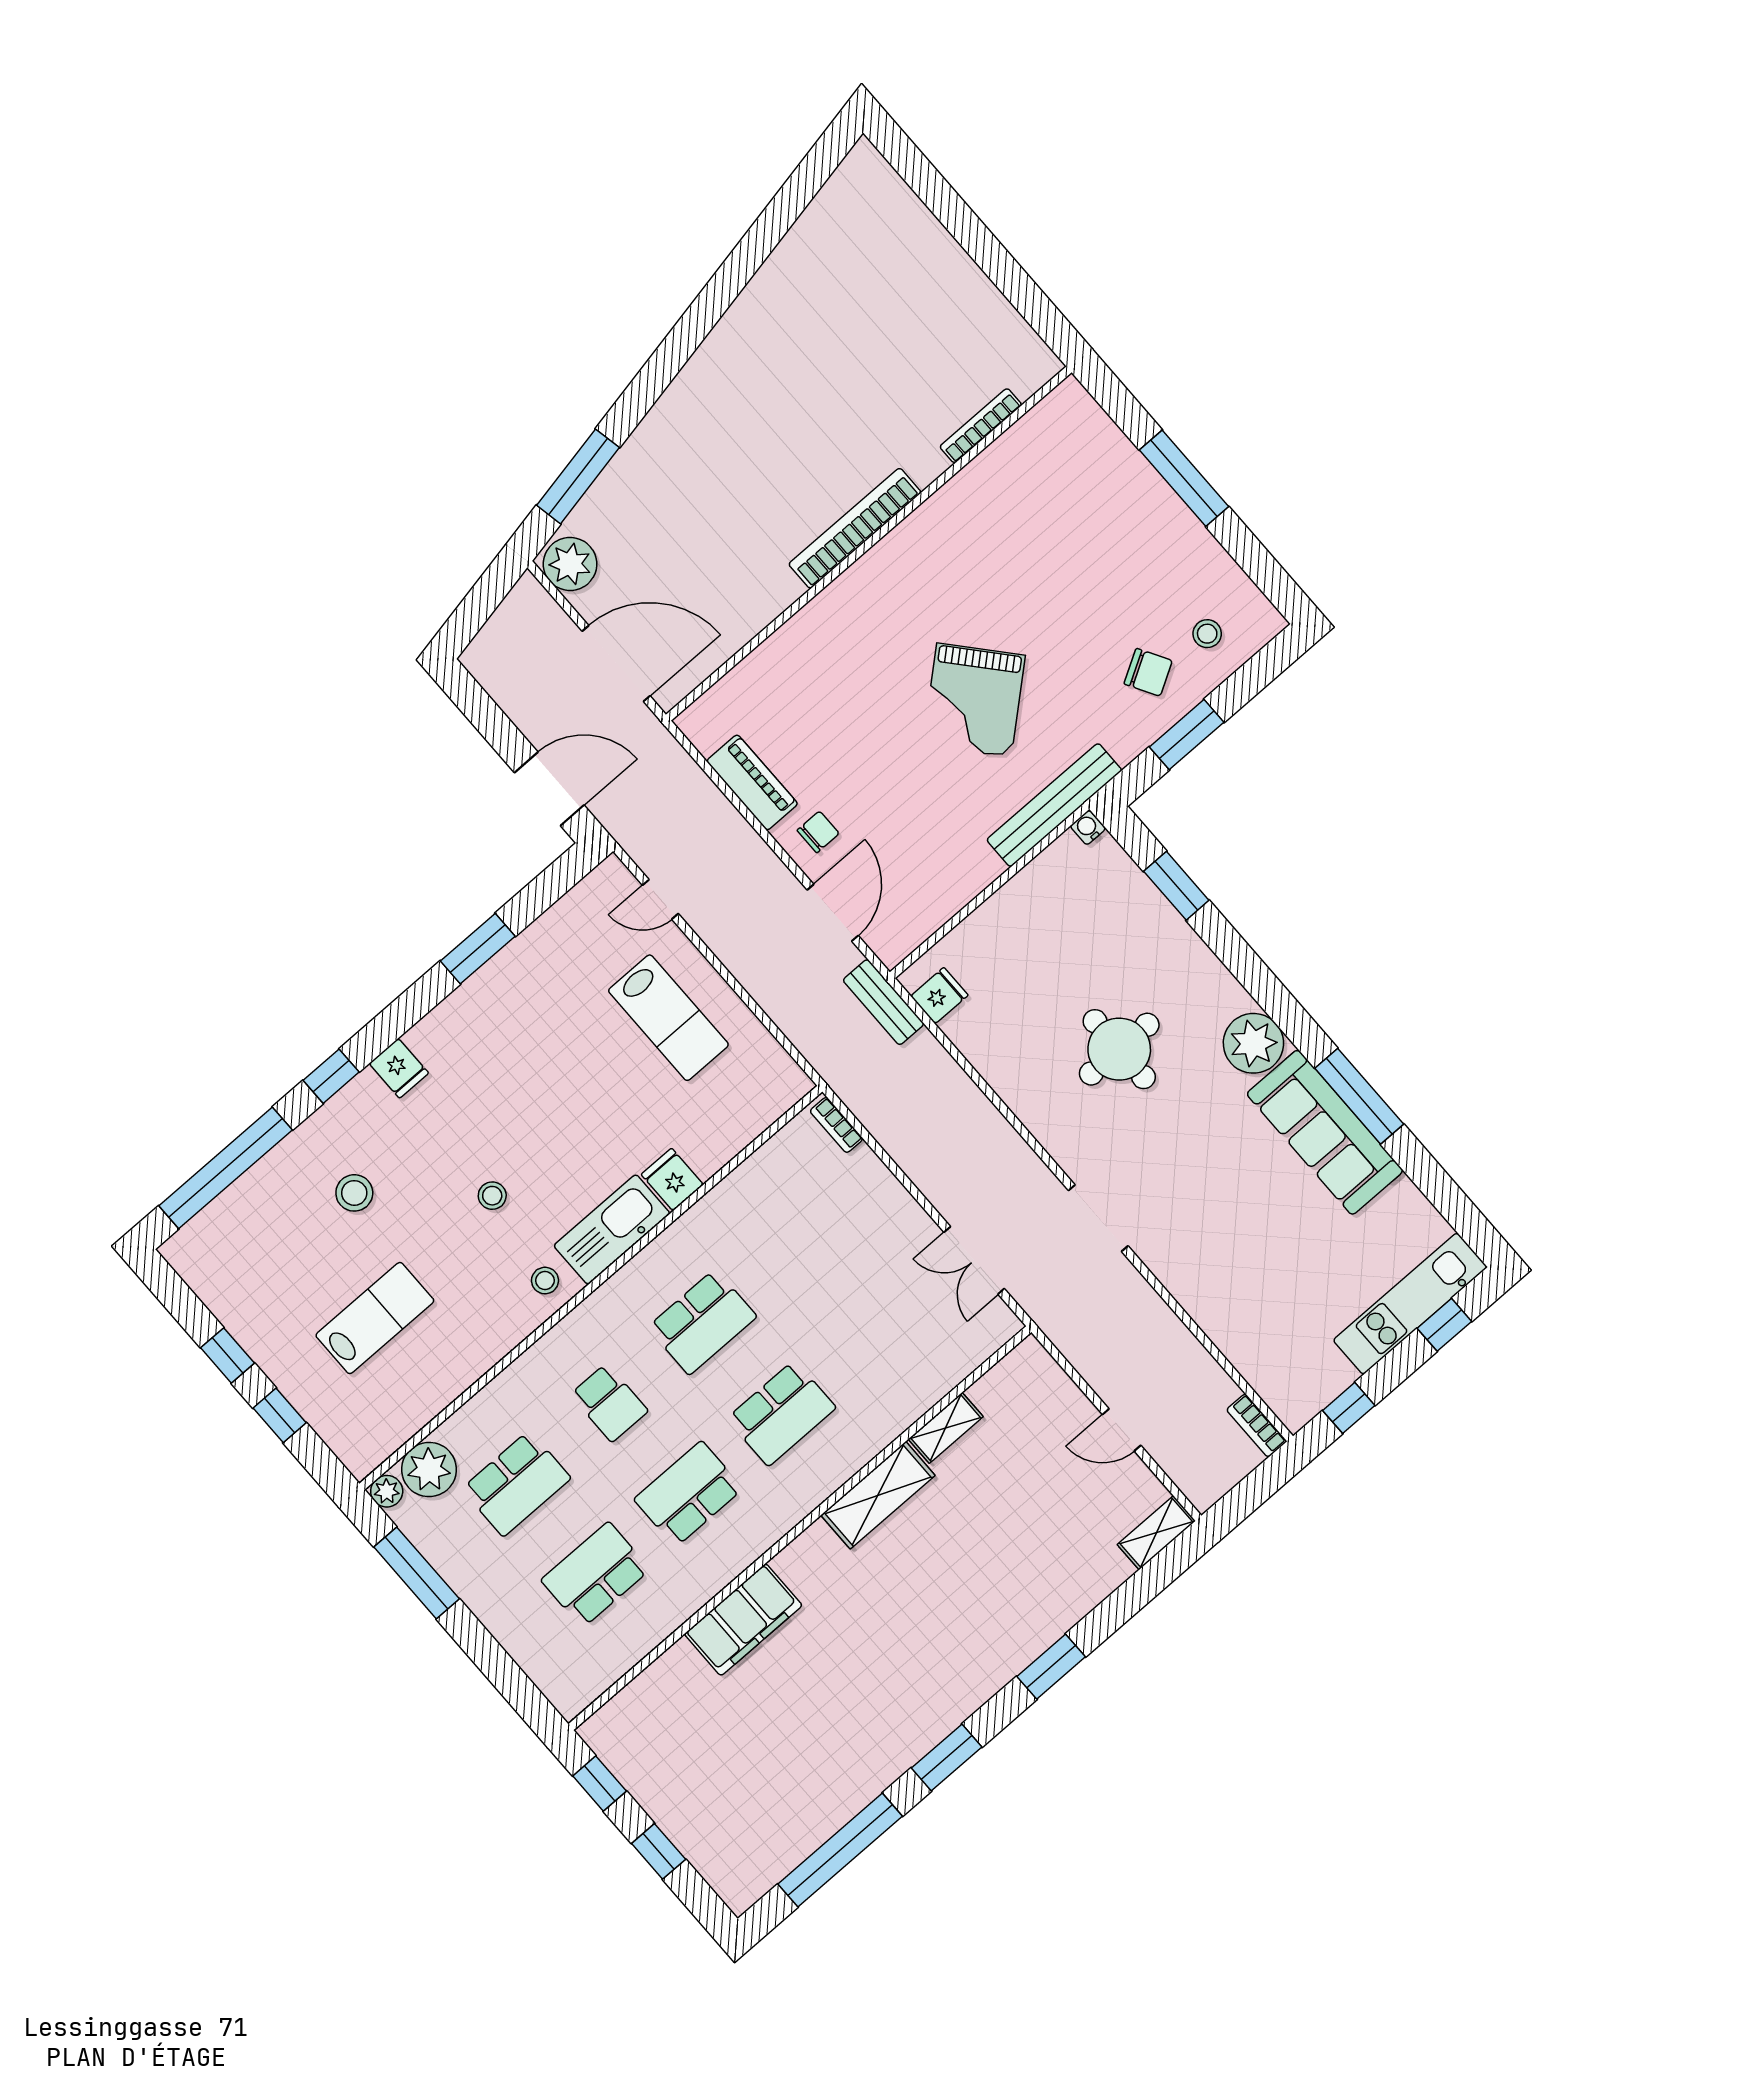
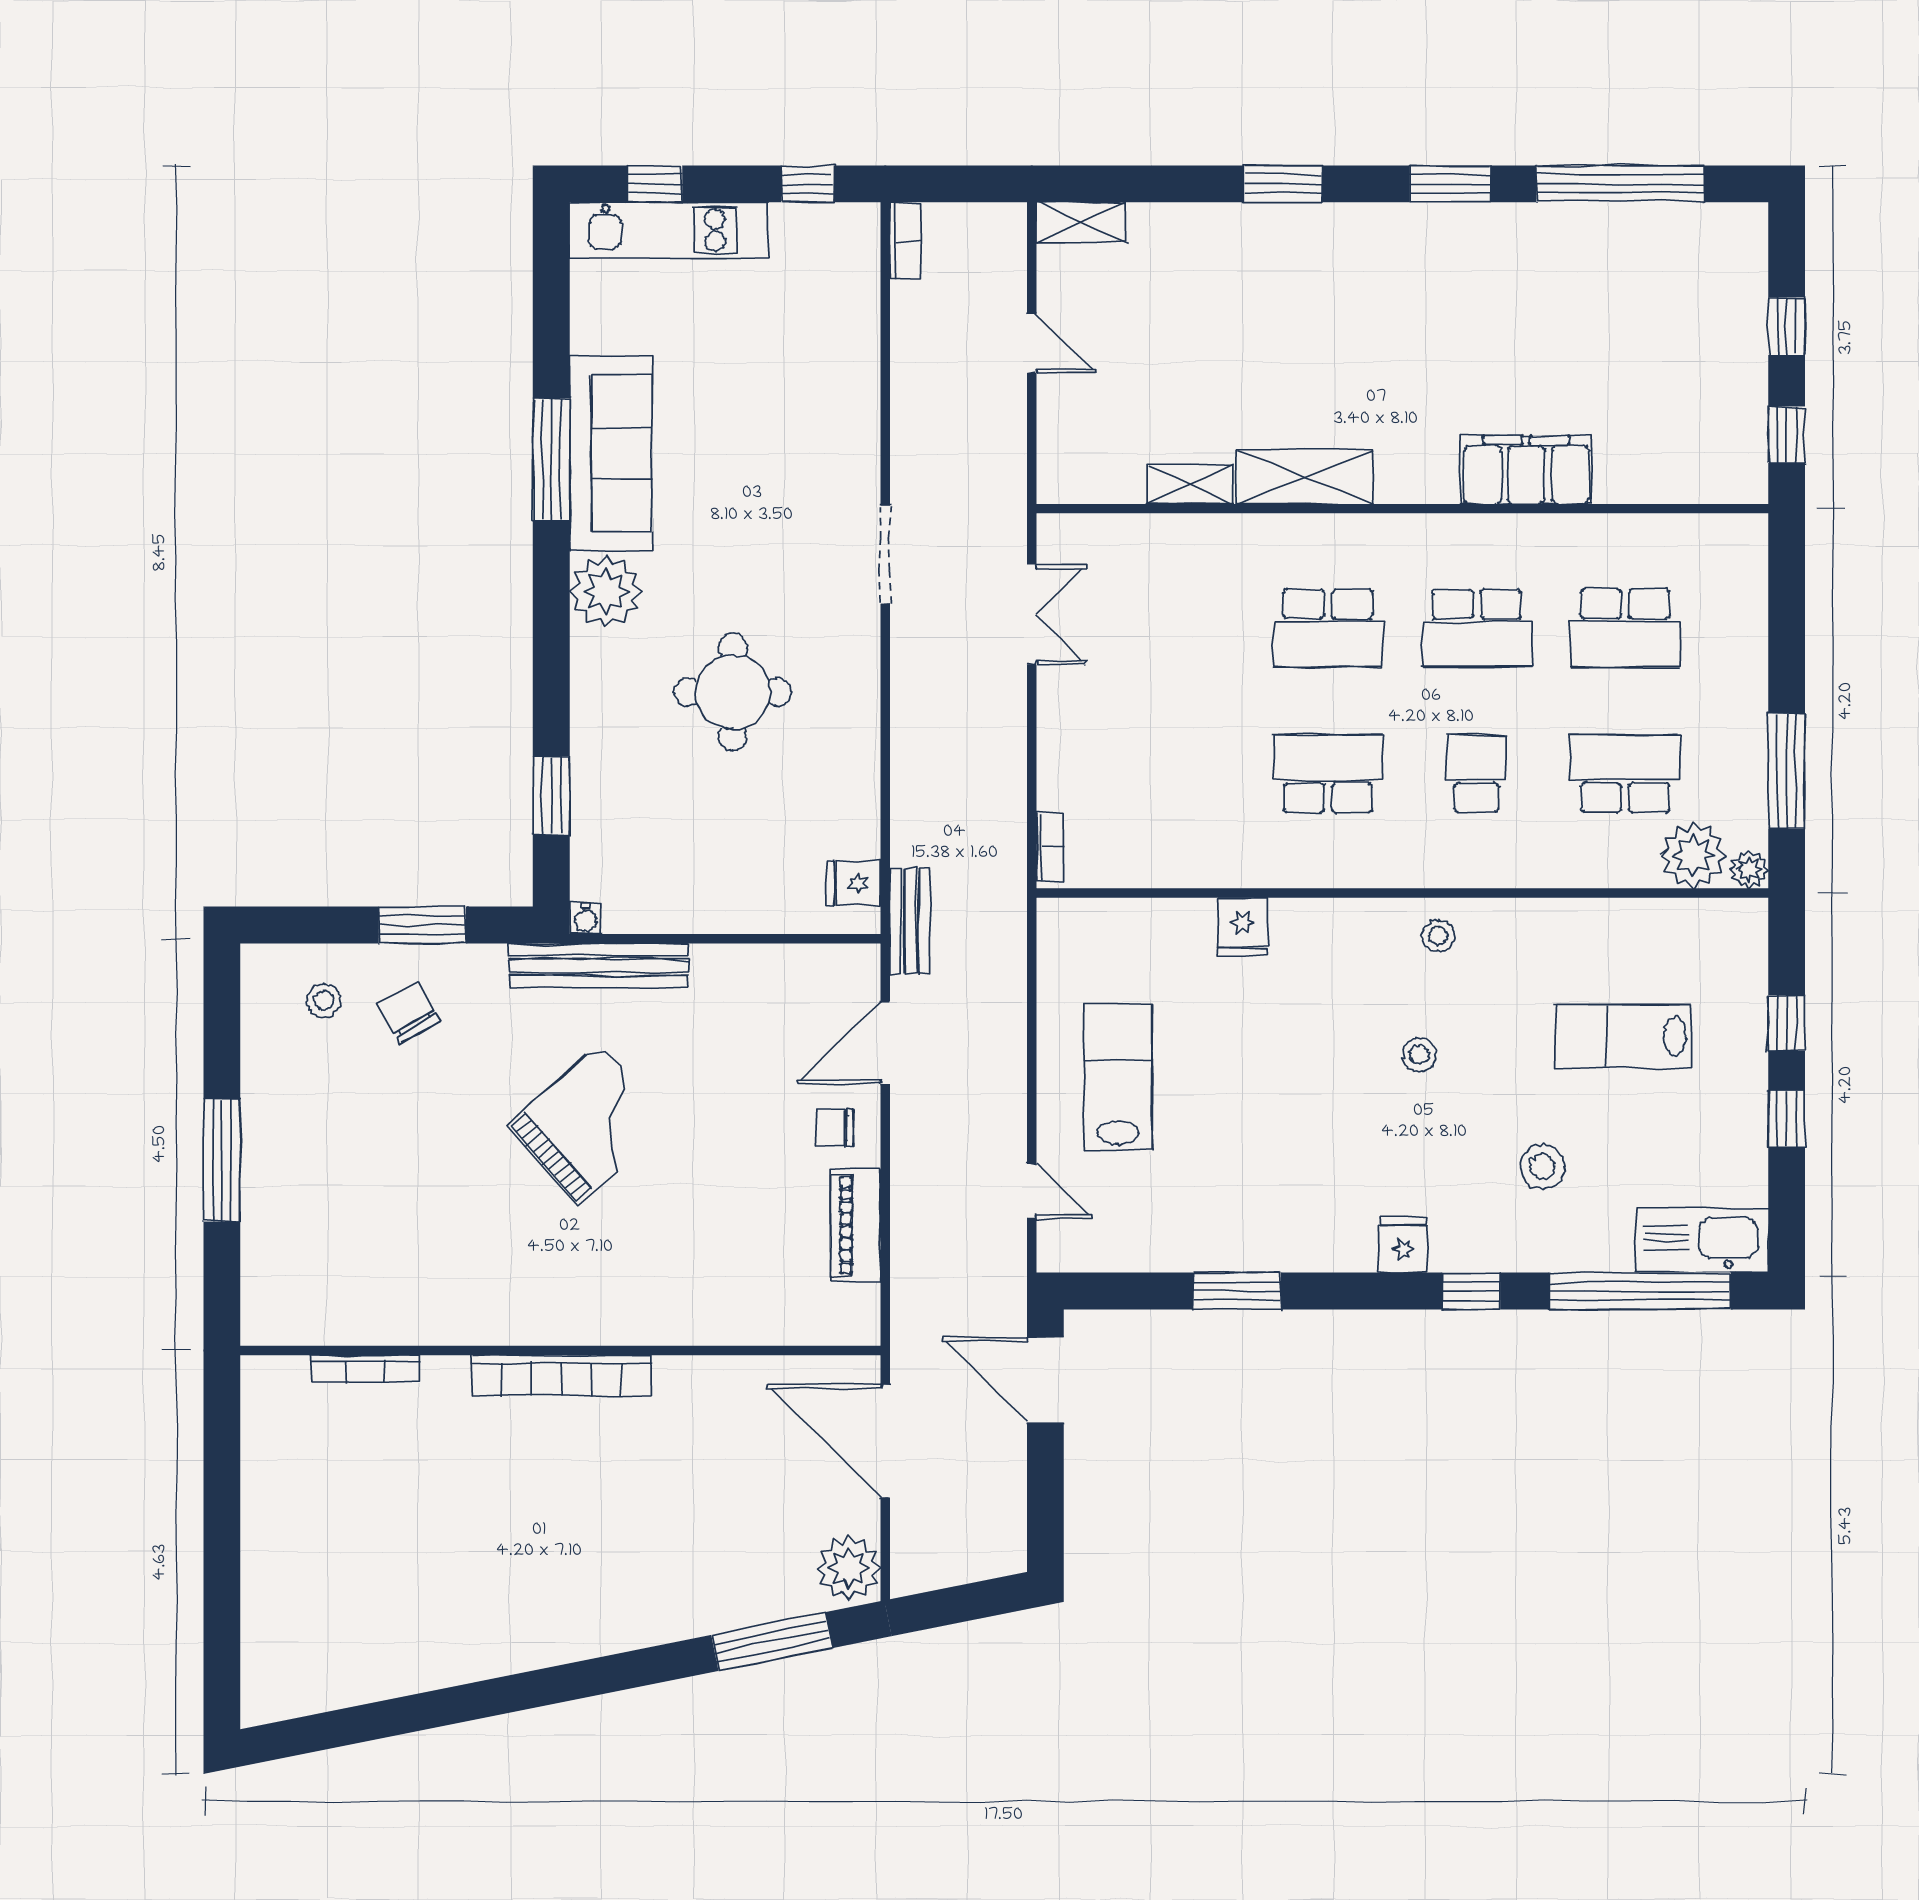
kitchen sink: (612, 1229) -> (1702, 1241), moved, turned 180
school desk: (781, 1413) -> (1328, 628), turned 180

